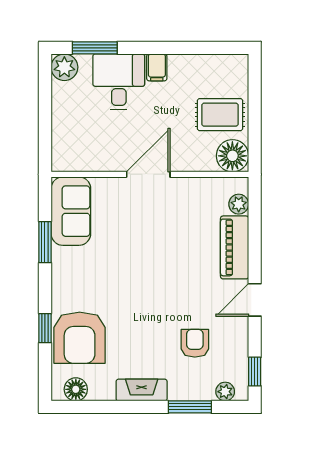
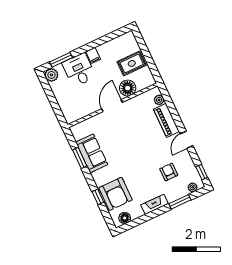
floor lamp: (232, 156) -> (128, 88), moved
sofa: (71, 211) -> (92, 153), moved

